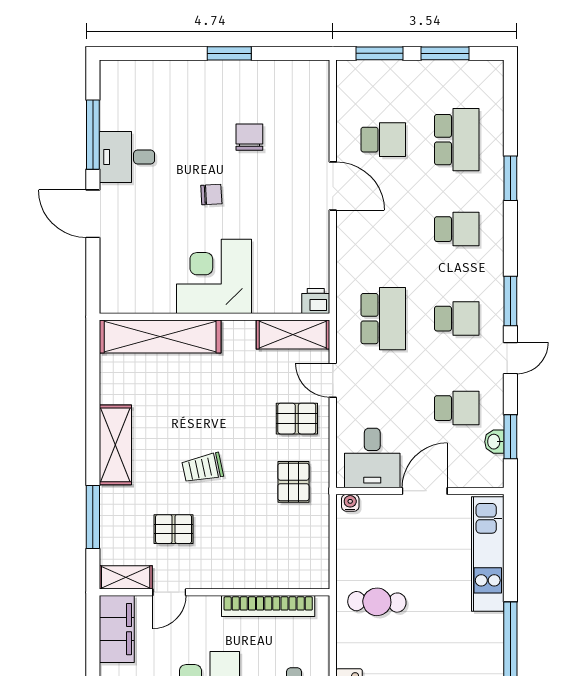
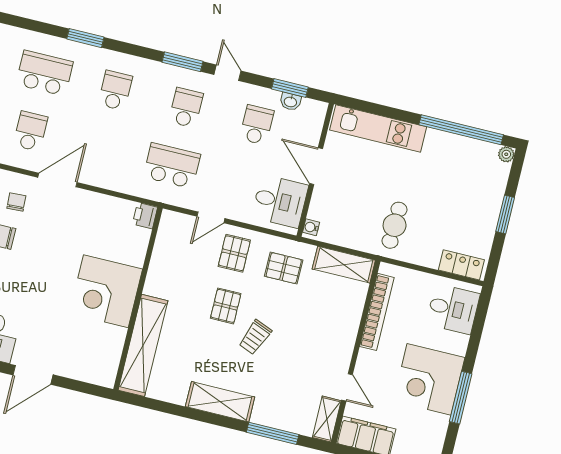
chair: (211, 195) -> (16, 202), moved
shelving: (293, 334) -> (344, 265), moved, turned 90
trolley: (203, 468) -> (255, 337), turned 34
pallet: (174, 529) -> (226, 306), moved

